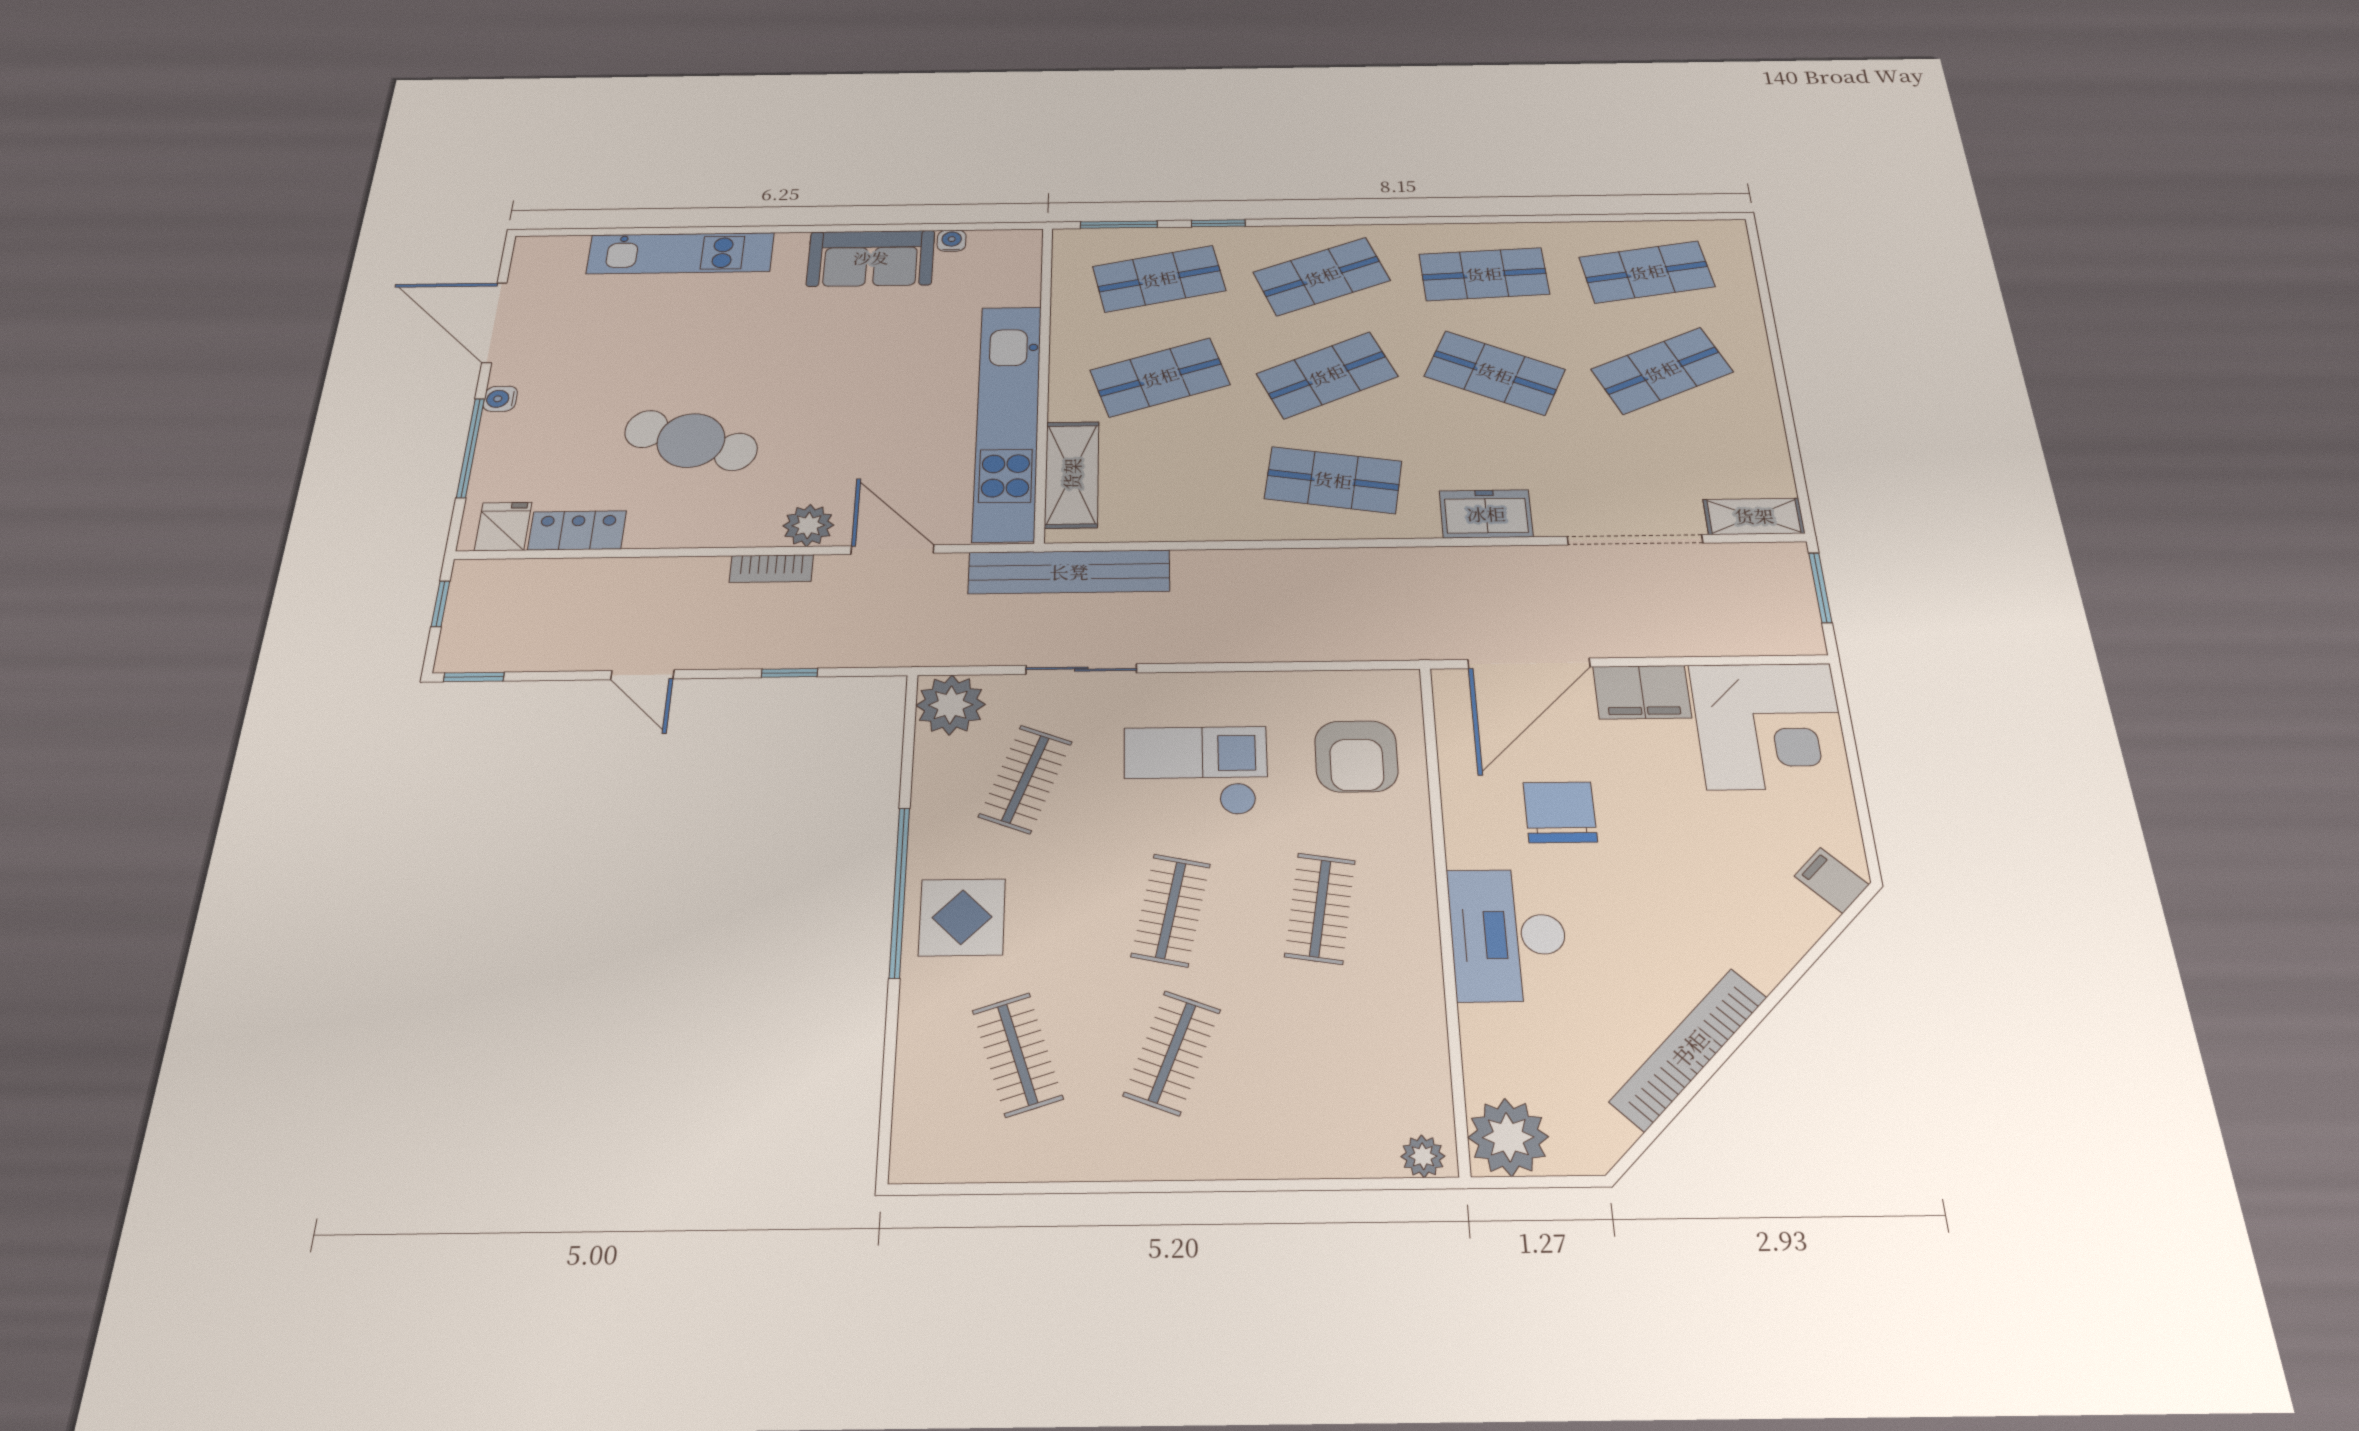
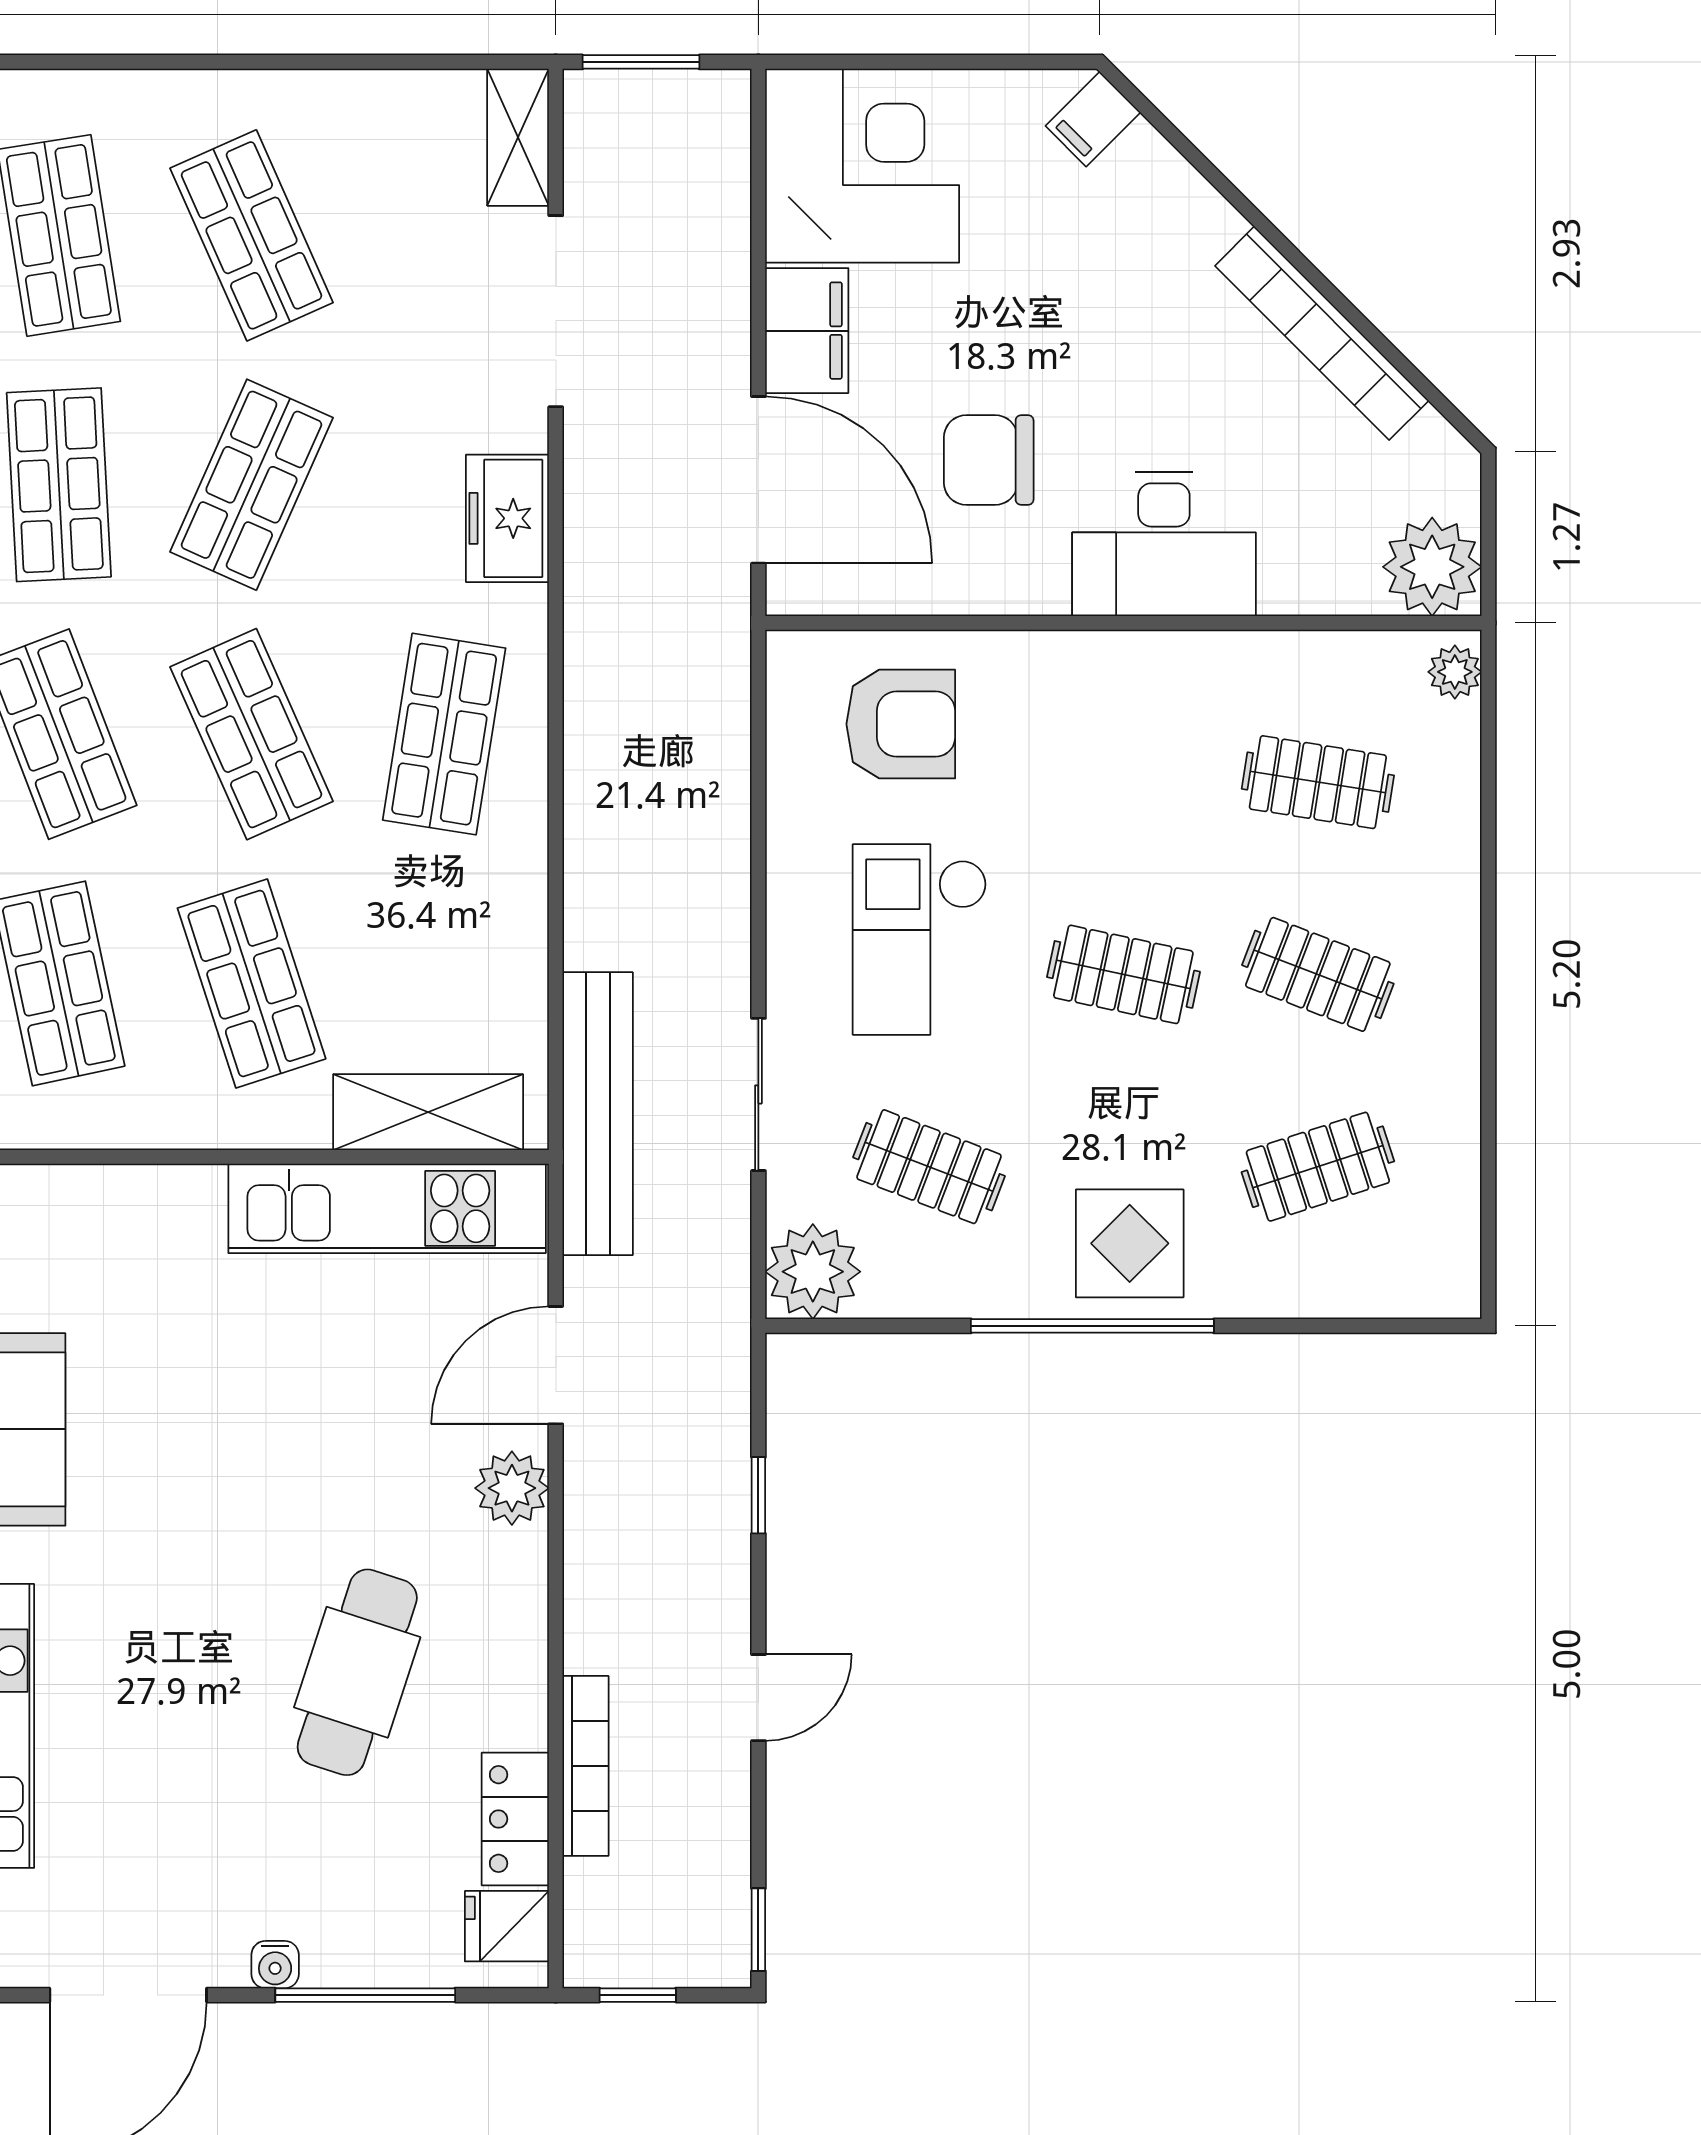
kitchen unit: (1007, 421) -> (387, 1208), width x0.73
bookcase: (771, 569) -> (585, 1766), moved, width x1.56
clothes rail: (1320, 908) -> (1318, 782), moved

